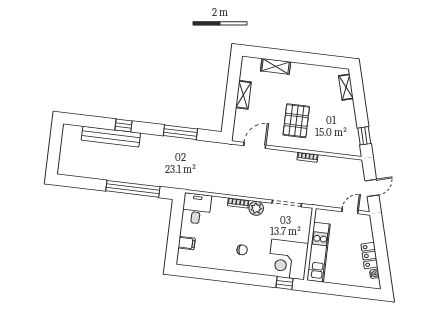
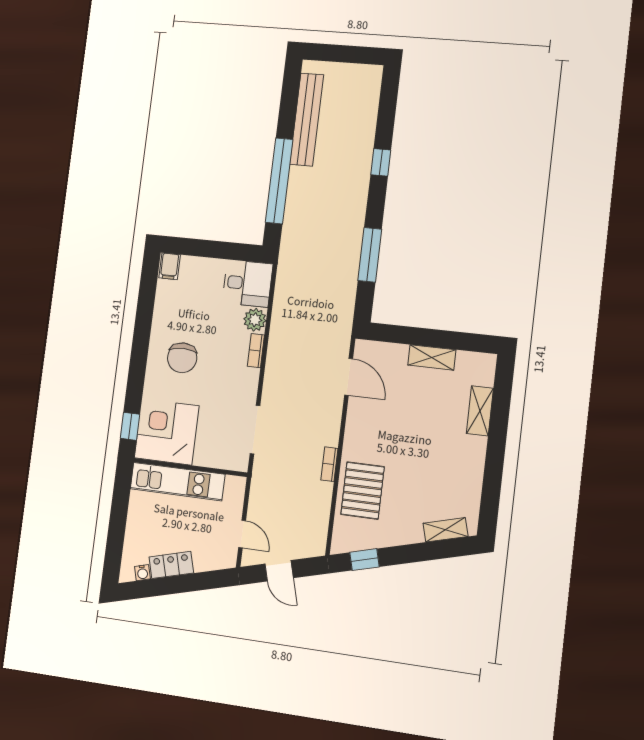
pallet: (296, 121) -> (363, 491), moved, turned 90
bench: (111, 137) -> (307, 120), moved
plant: (256, 208) -> (255, 320), moved
filing cabinet: (187, 243) -> (170, 266), moved
chair: (242, 250) -> (182, 358), width x1.87, depth x1.87

